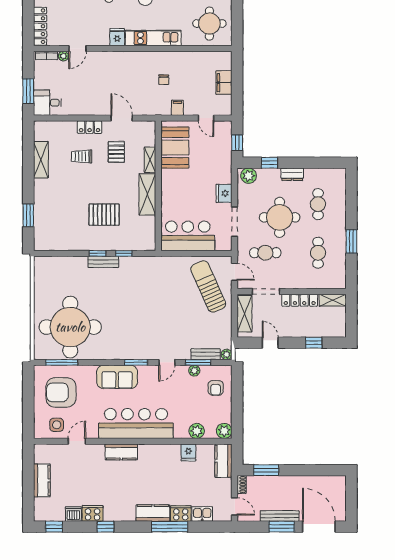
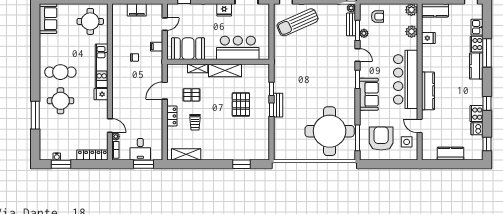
desk: (47, 103) -> (140, 149), moved
shelving: (41, 160) -> (186, 154), moved
bar counter: (188, 236) -> (238, 48), moved, turned 90
armchair: (61, 392) -> (381, 139), turned 180
kitchen counter: (121, 452) -> (428, 91), width x1.50

